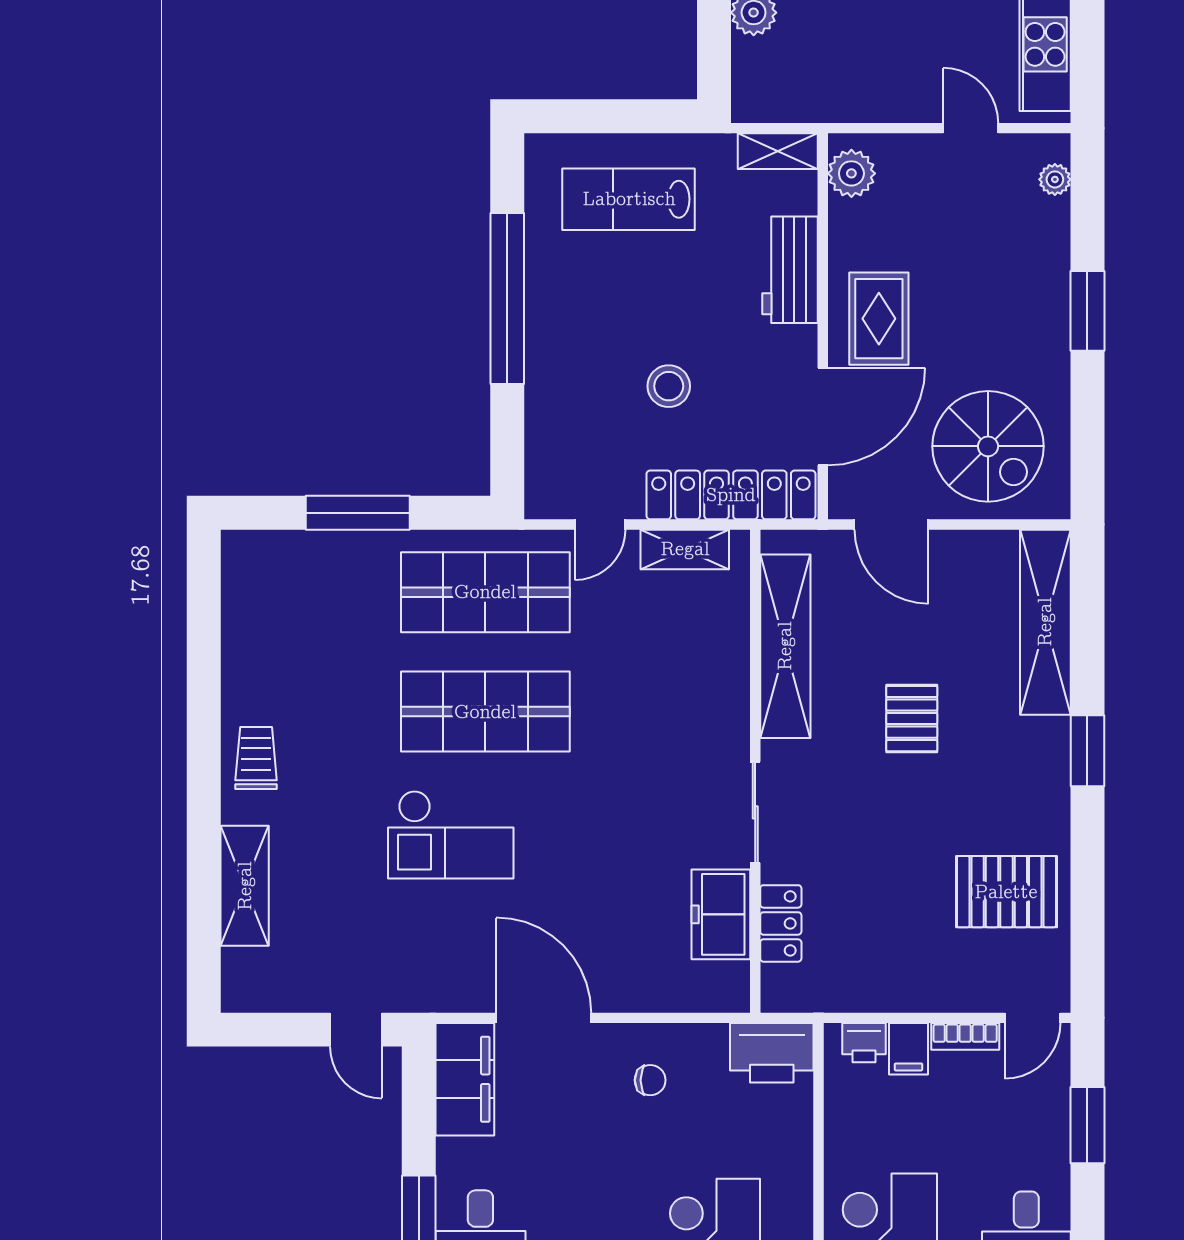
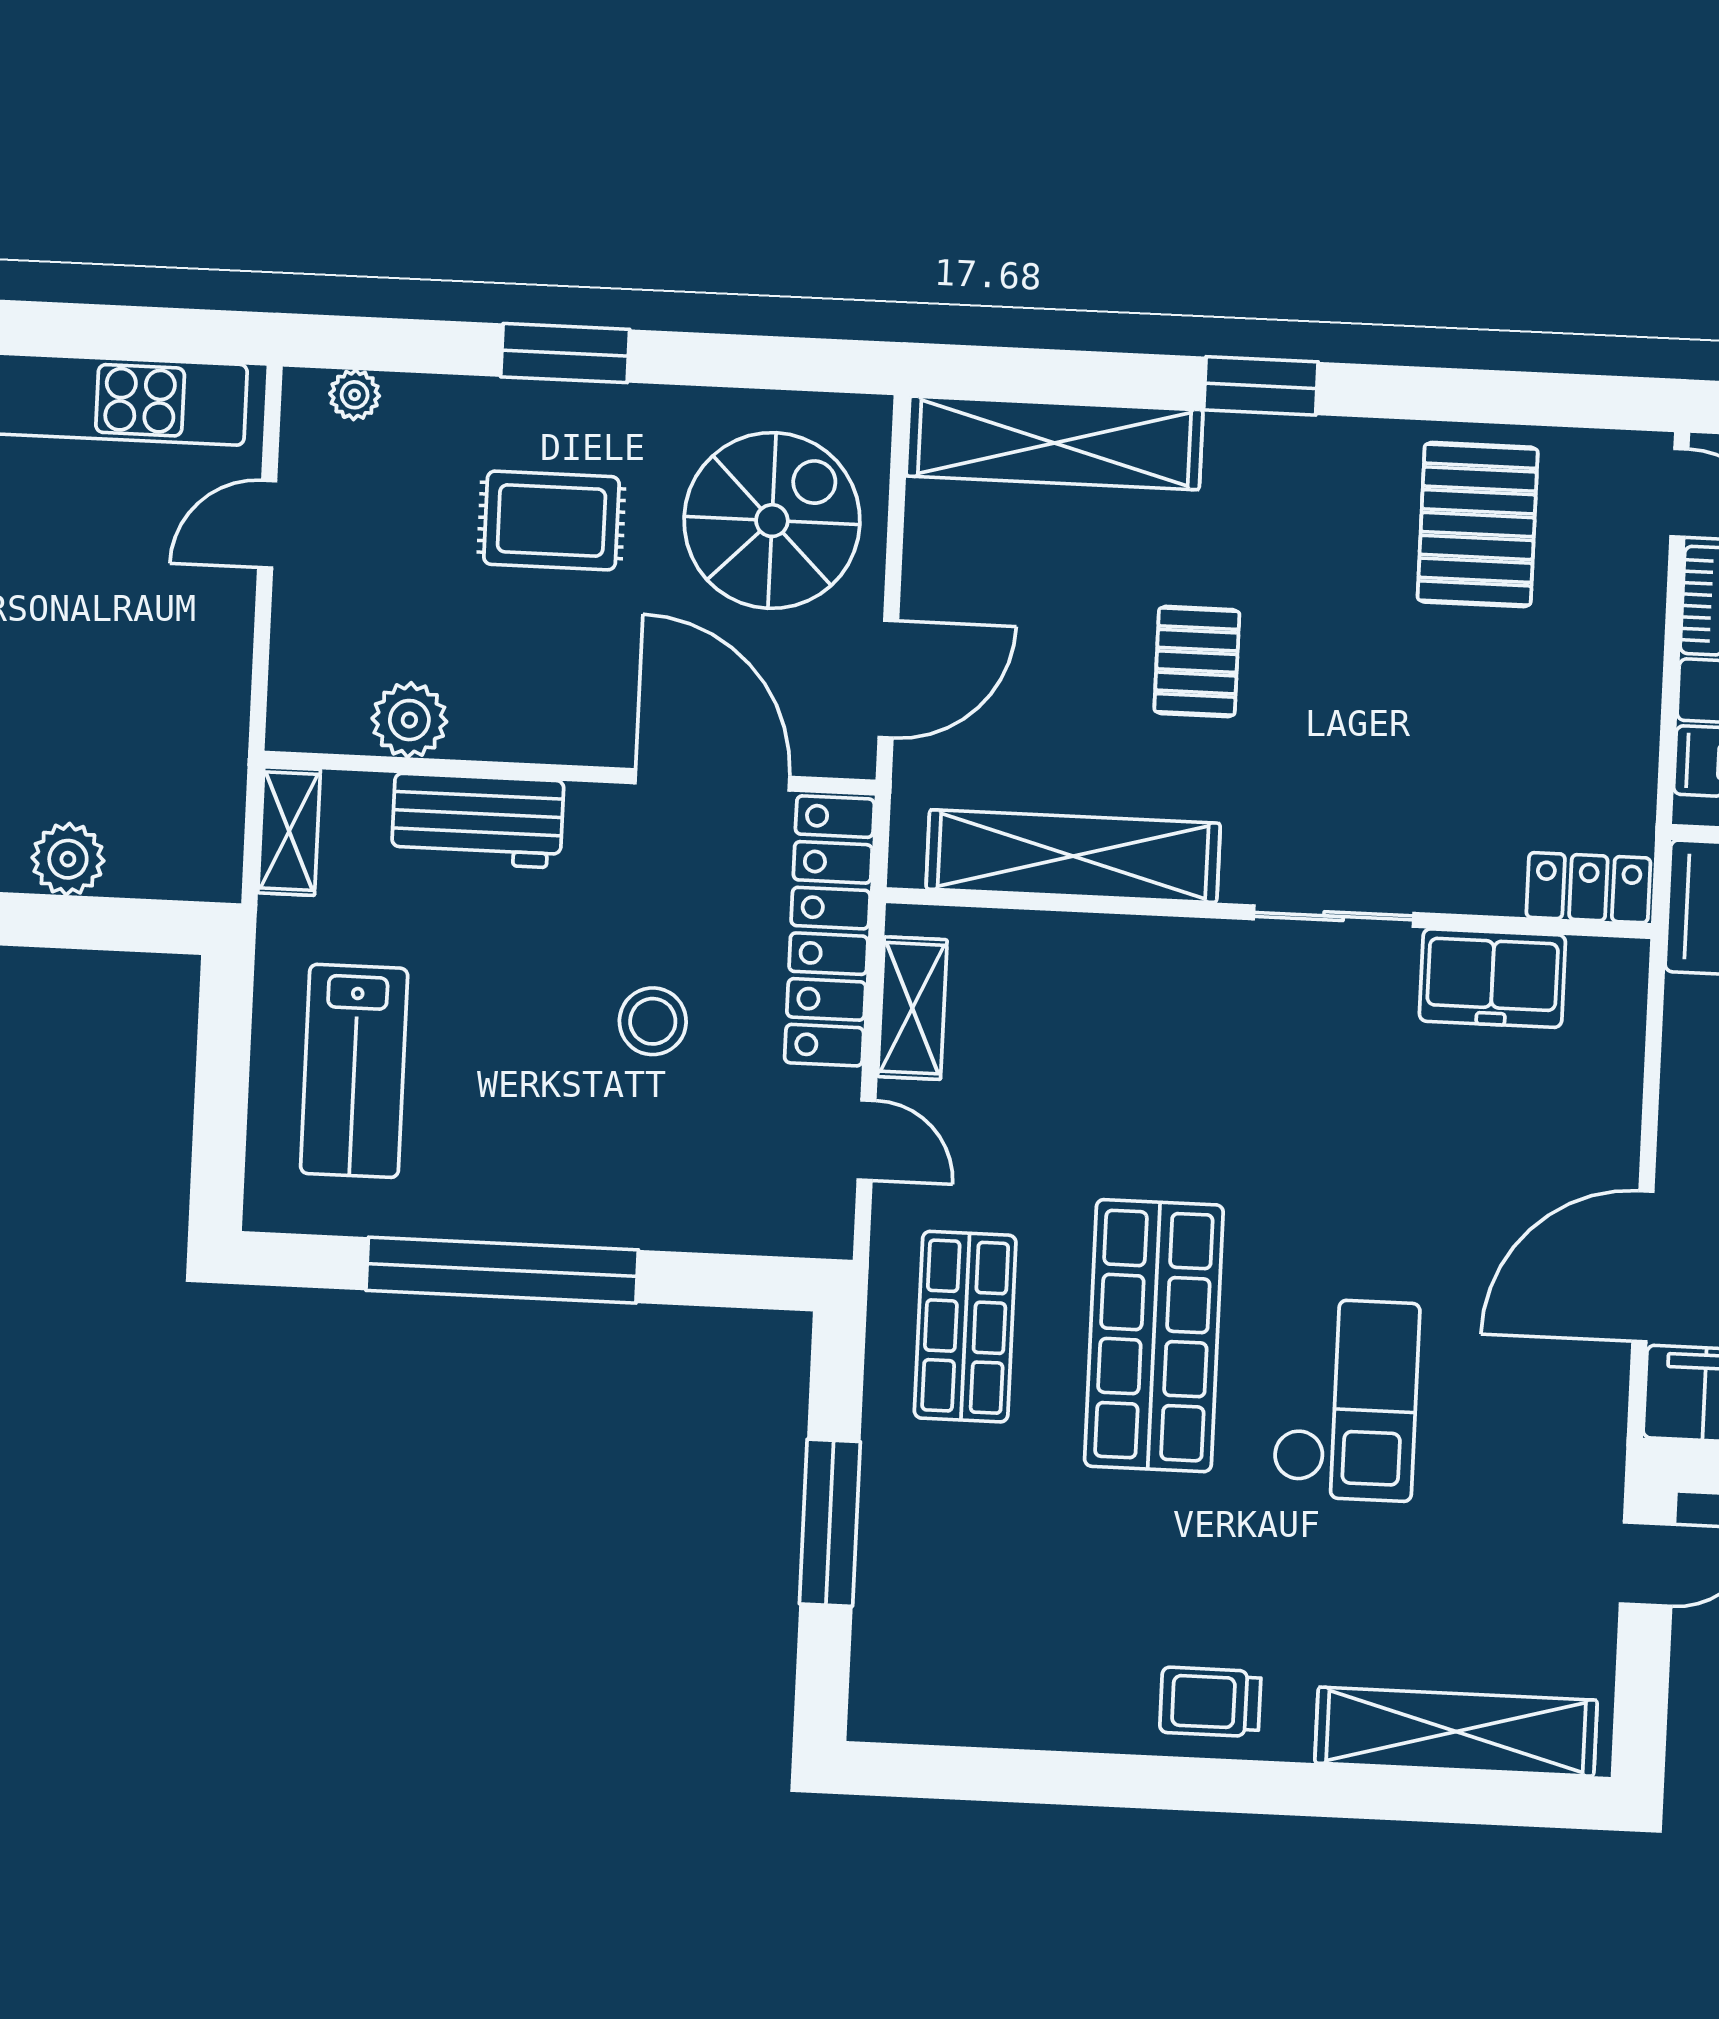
plant: (851, 173) -> (409, 720), moved
rug: (879, 319) -> (551, 520), moved
shop shelf: (485, 592) -> (965, 1327), width x0.70, depth x0.74
pallet: (912, 719) -> (1197, 662), turned 90
shelving: (245, 886) -> (1456, 1732), width x1.47
locker: (781, 923) -> (1588, 888), moved

